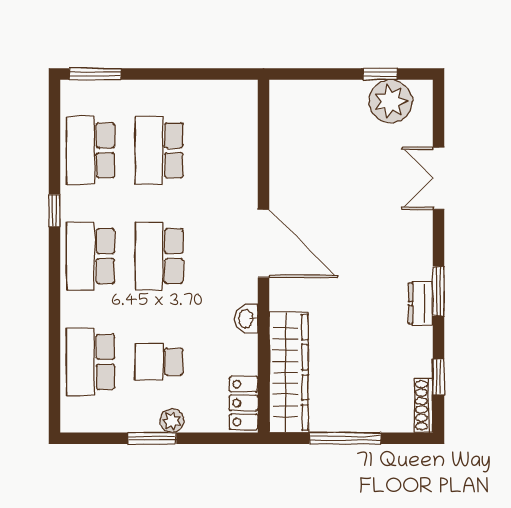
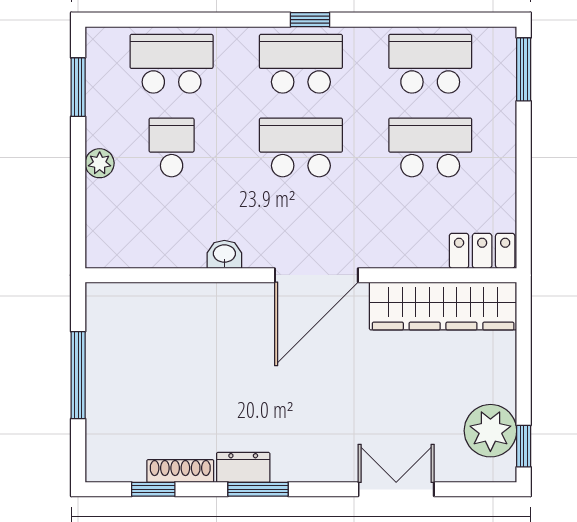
window: (380, 74) -> (524, 446), moved
window: (55, 211) -> (310, 20), moved
wardrobe: (289, 372) -> (443, 306), moved
locker: (244, 403) -> (482, 251), moved
shoe rack: (424, 405) -> (180, 471), moved
window: (152, 438) -> (78, 87), moved

